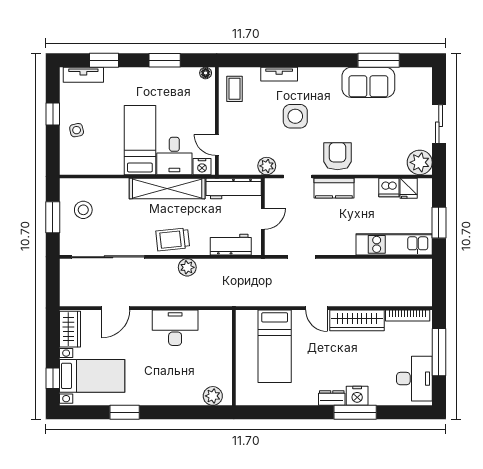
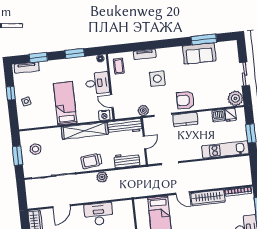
desk: (174, 156) -> (97, 83), moved, turned -90
armchair: (337, 156) -> (185, 100), turned -90

